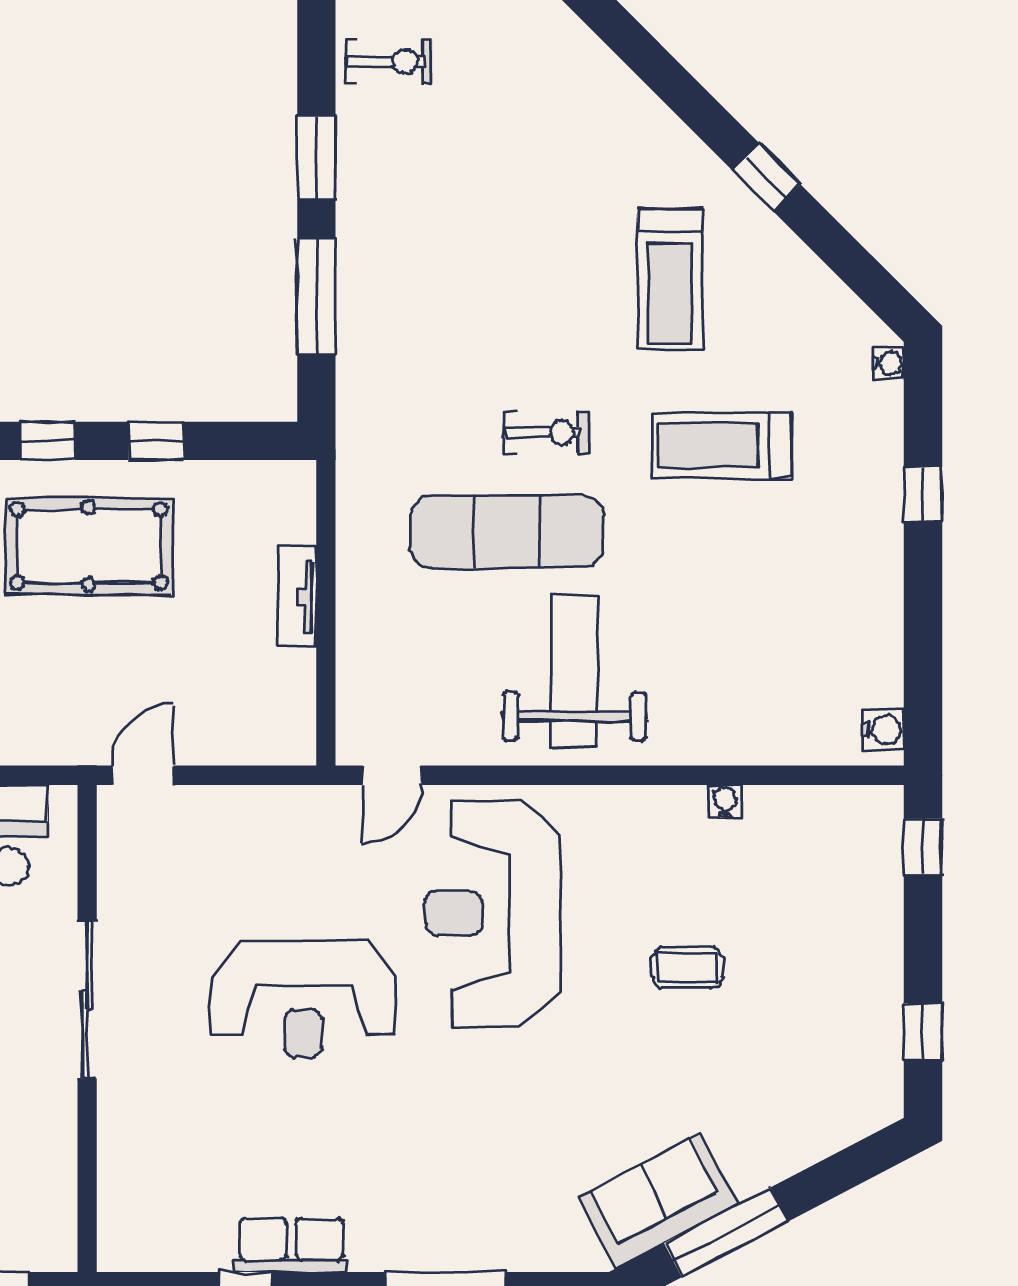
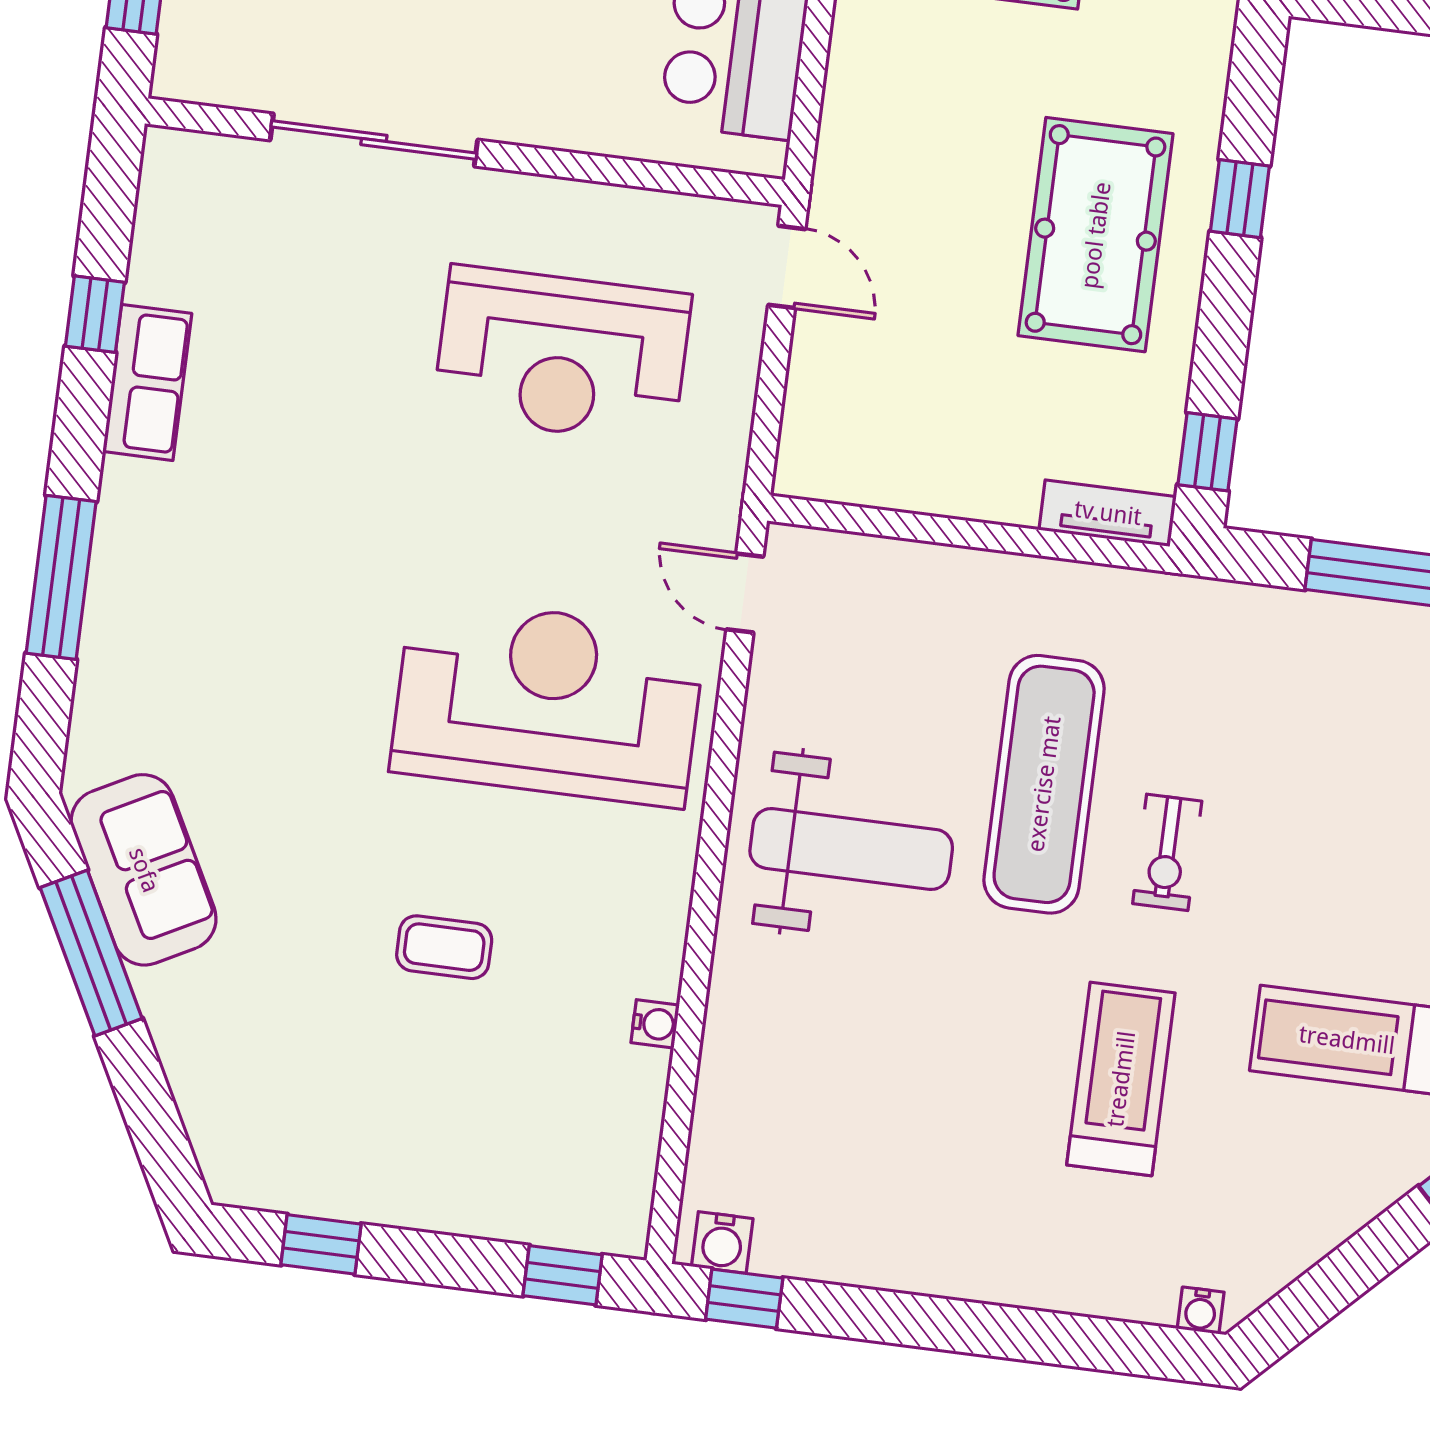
window: (156, 441) -> (1207, 452), moved
window: (923, 494) -> (744, 1299), moved
tv unit: (297, 596) -> (1108, 513), moved
coffee table: (688, 967) -> (444, 947), turned 90
sliding door: (87, 1000) -> (374, 140), moved
reception desk: (303, 1000) -> (562, 355), moved, turned -90

